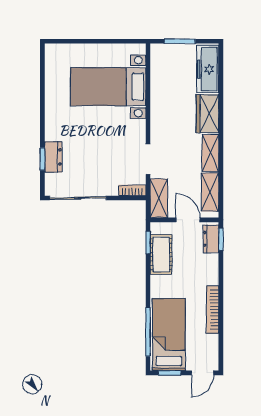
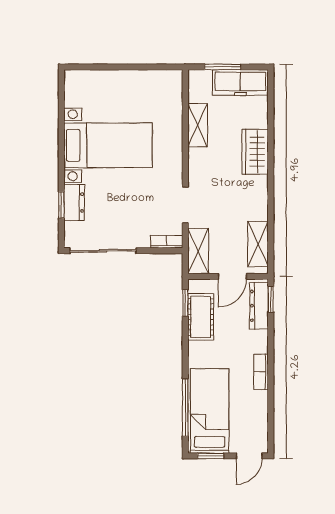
freezer: (208, 69) -> (240, 82), moved, turned -90
bed with nightstands: (108, 87) -> (108, 145), moved, turned 180
shelving: (210, 153) -> (198, 125), moved
door: (188, 220) -> (232, 276), swing flipped
dresser: (211, 239) -> (259, 306), width x1.44
bookcase: (213, 310) -> (261, 372), width x0.64

